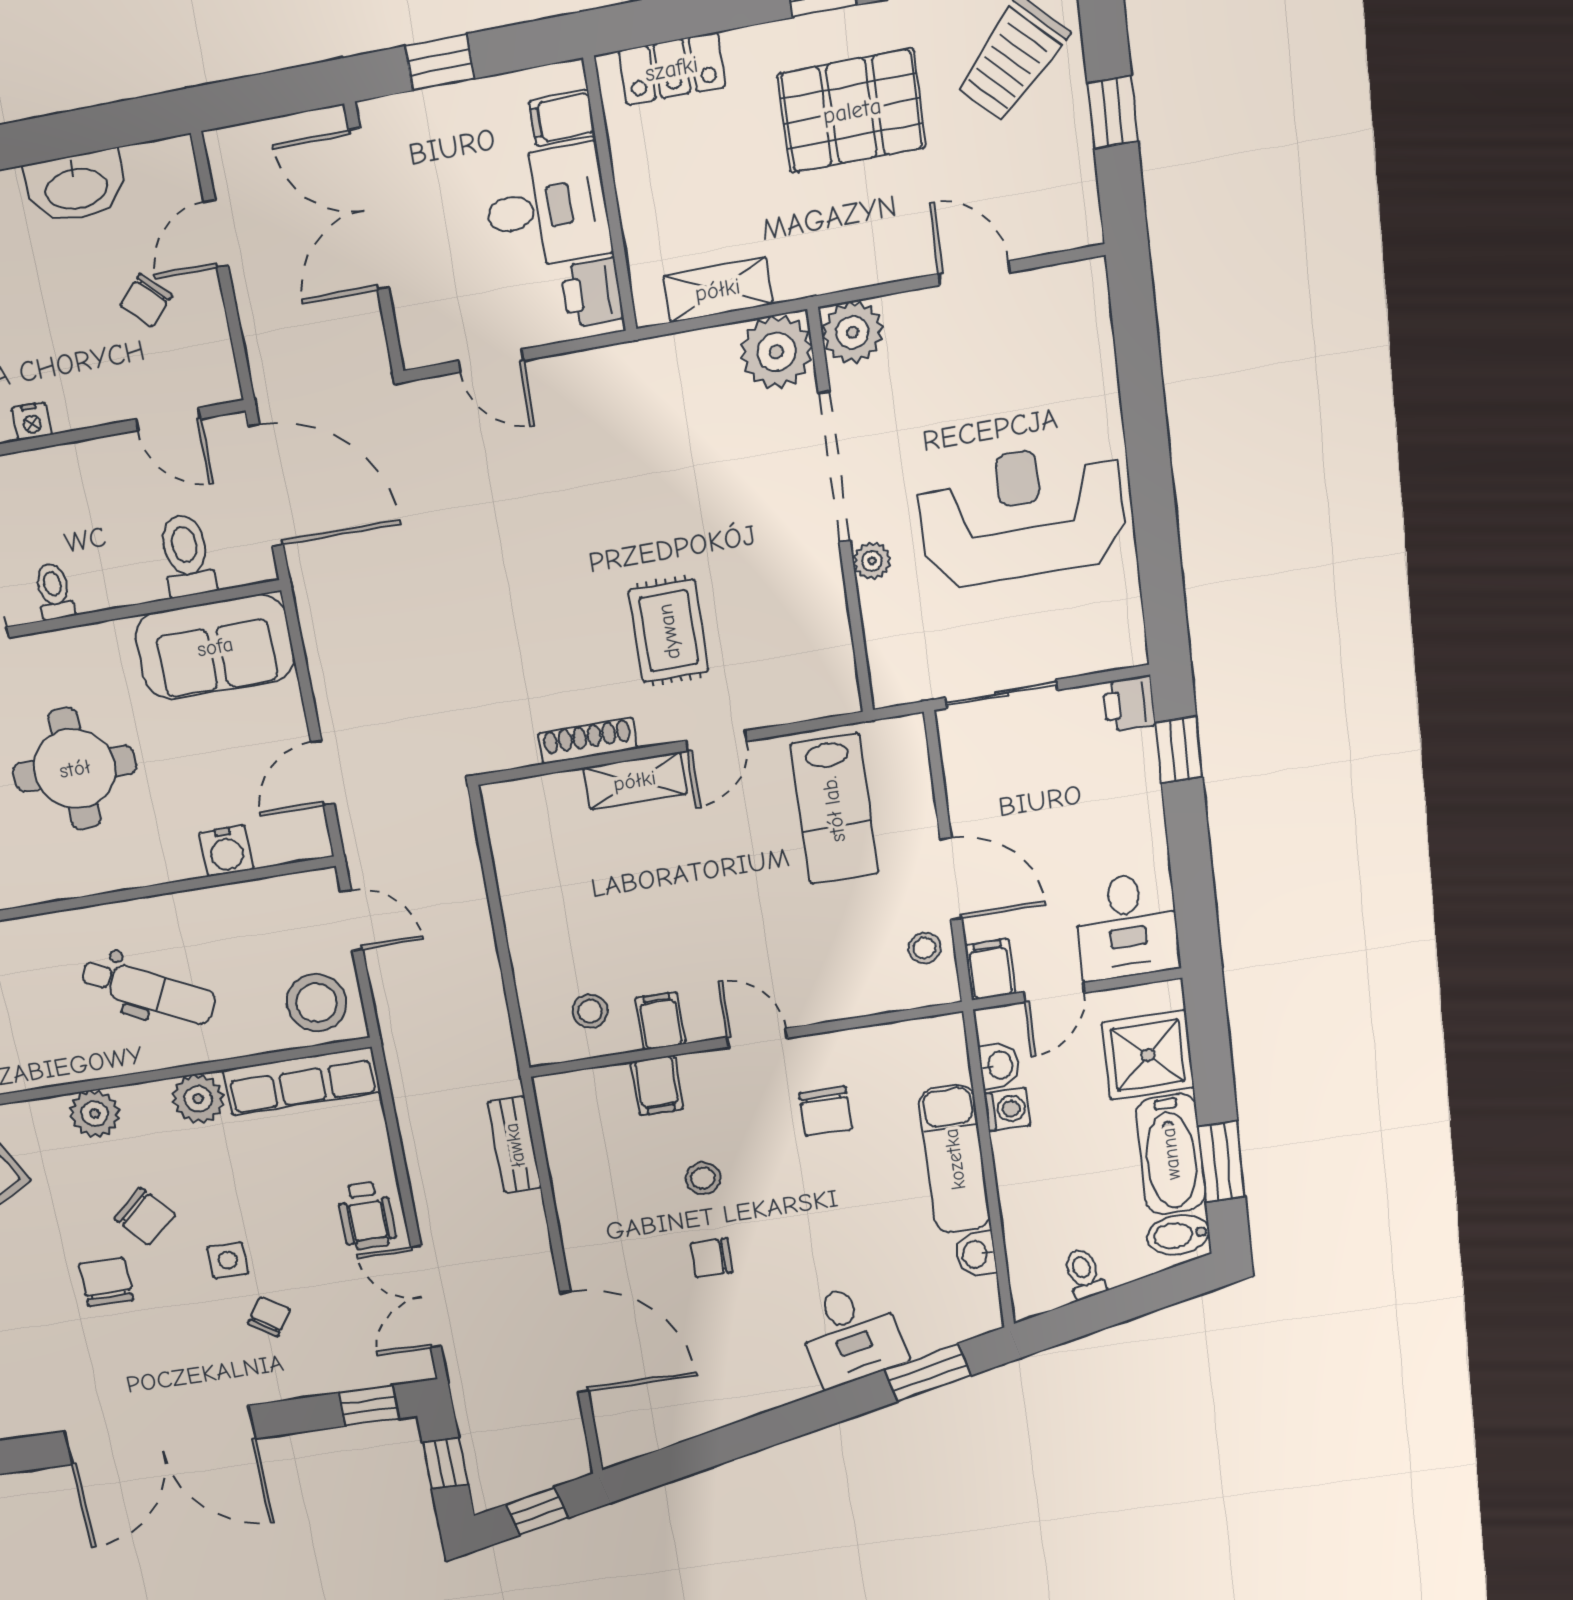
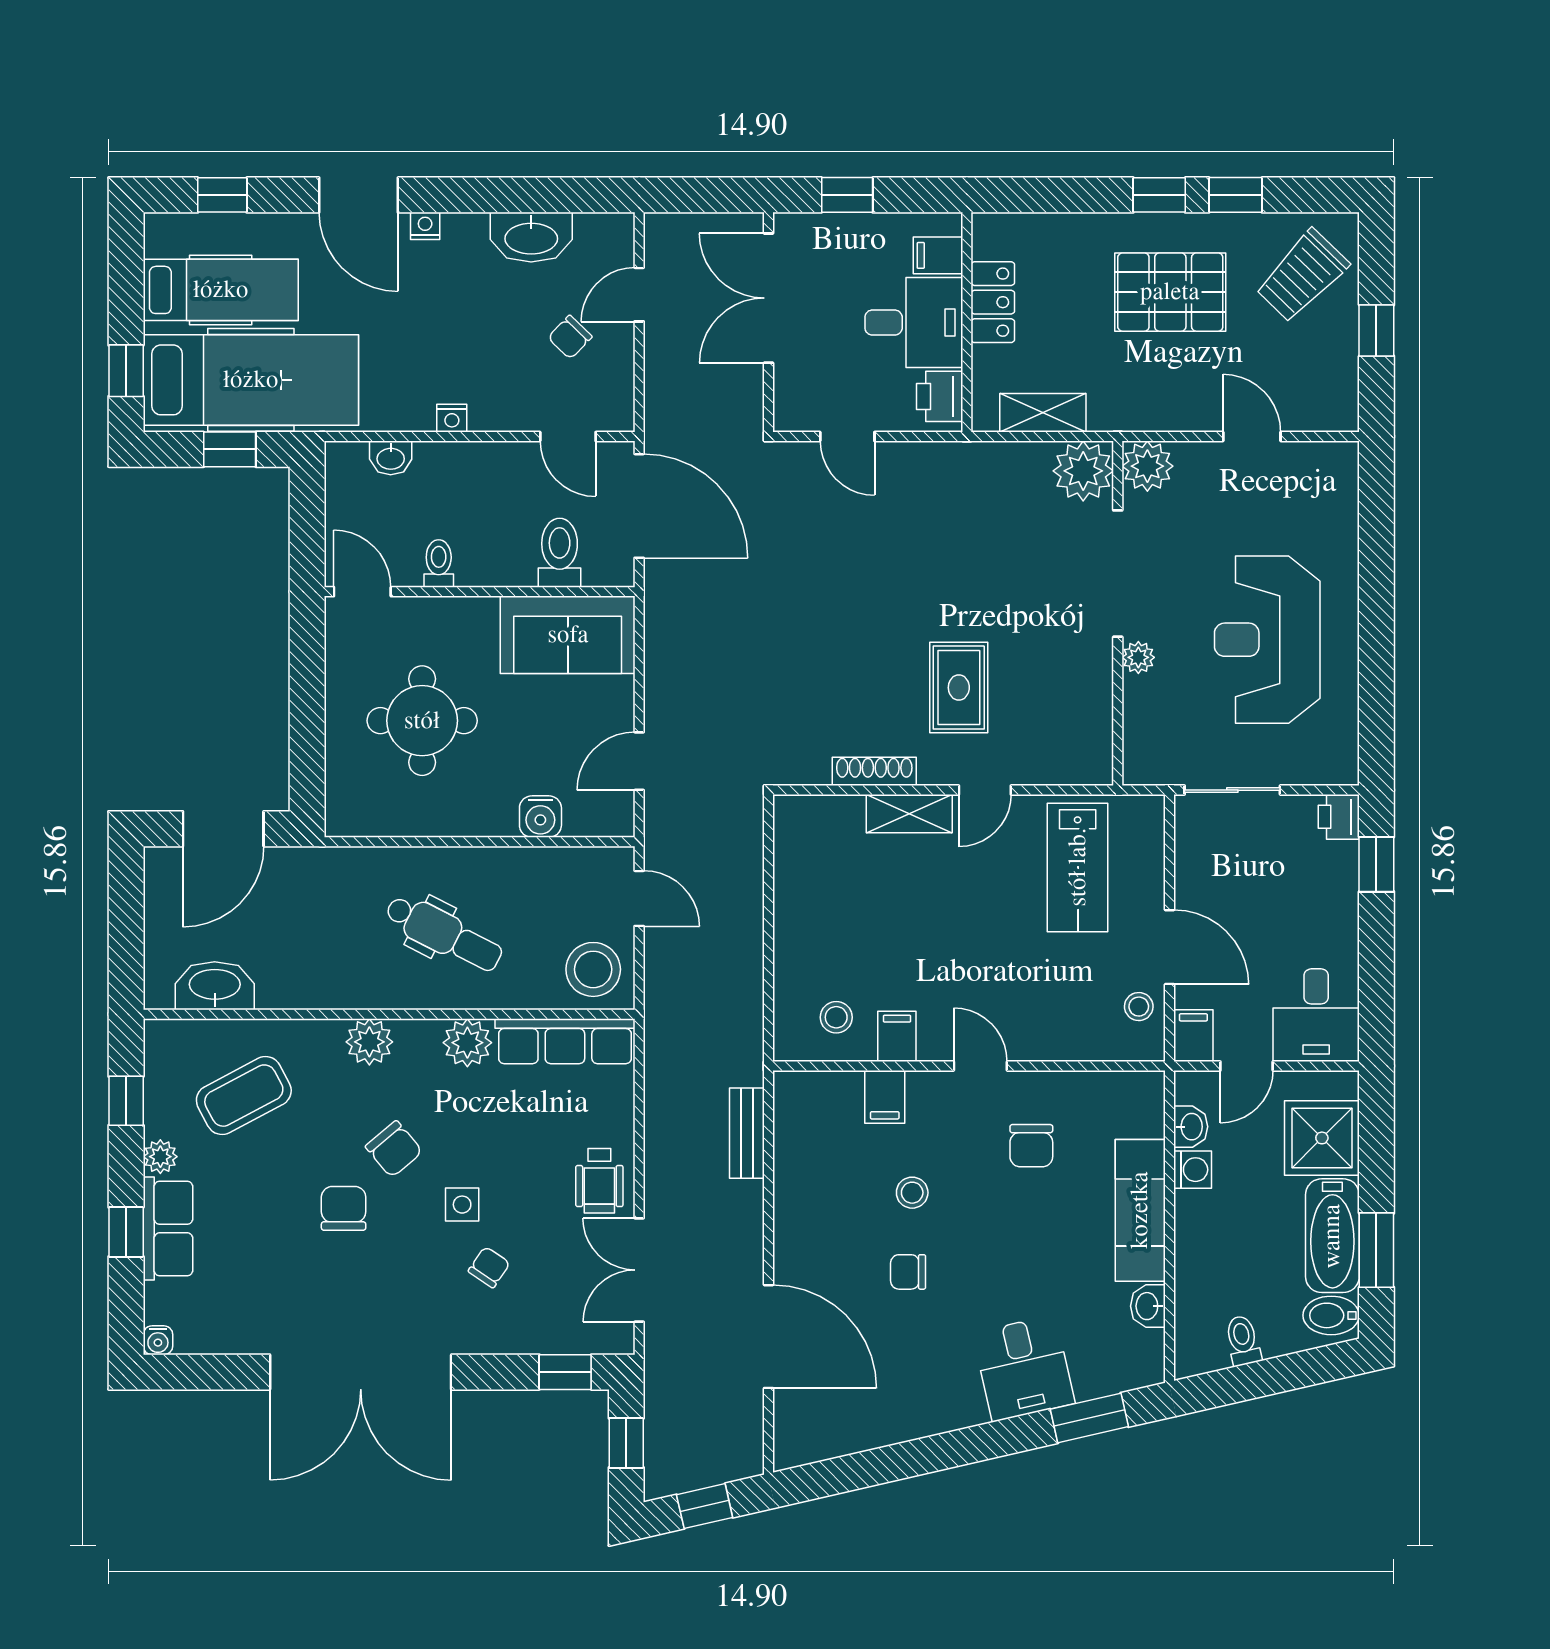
locker: (672, 69) -> (993, 302), moved, turned -90
reception desk: (1022, 514) -> (1267, 640), turned -90

